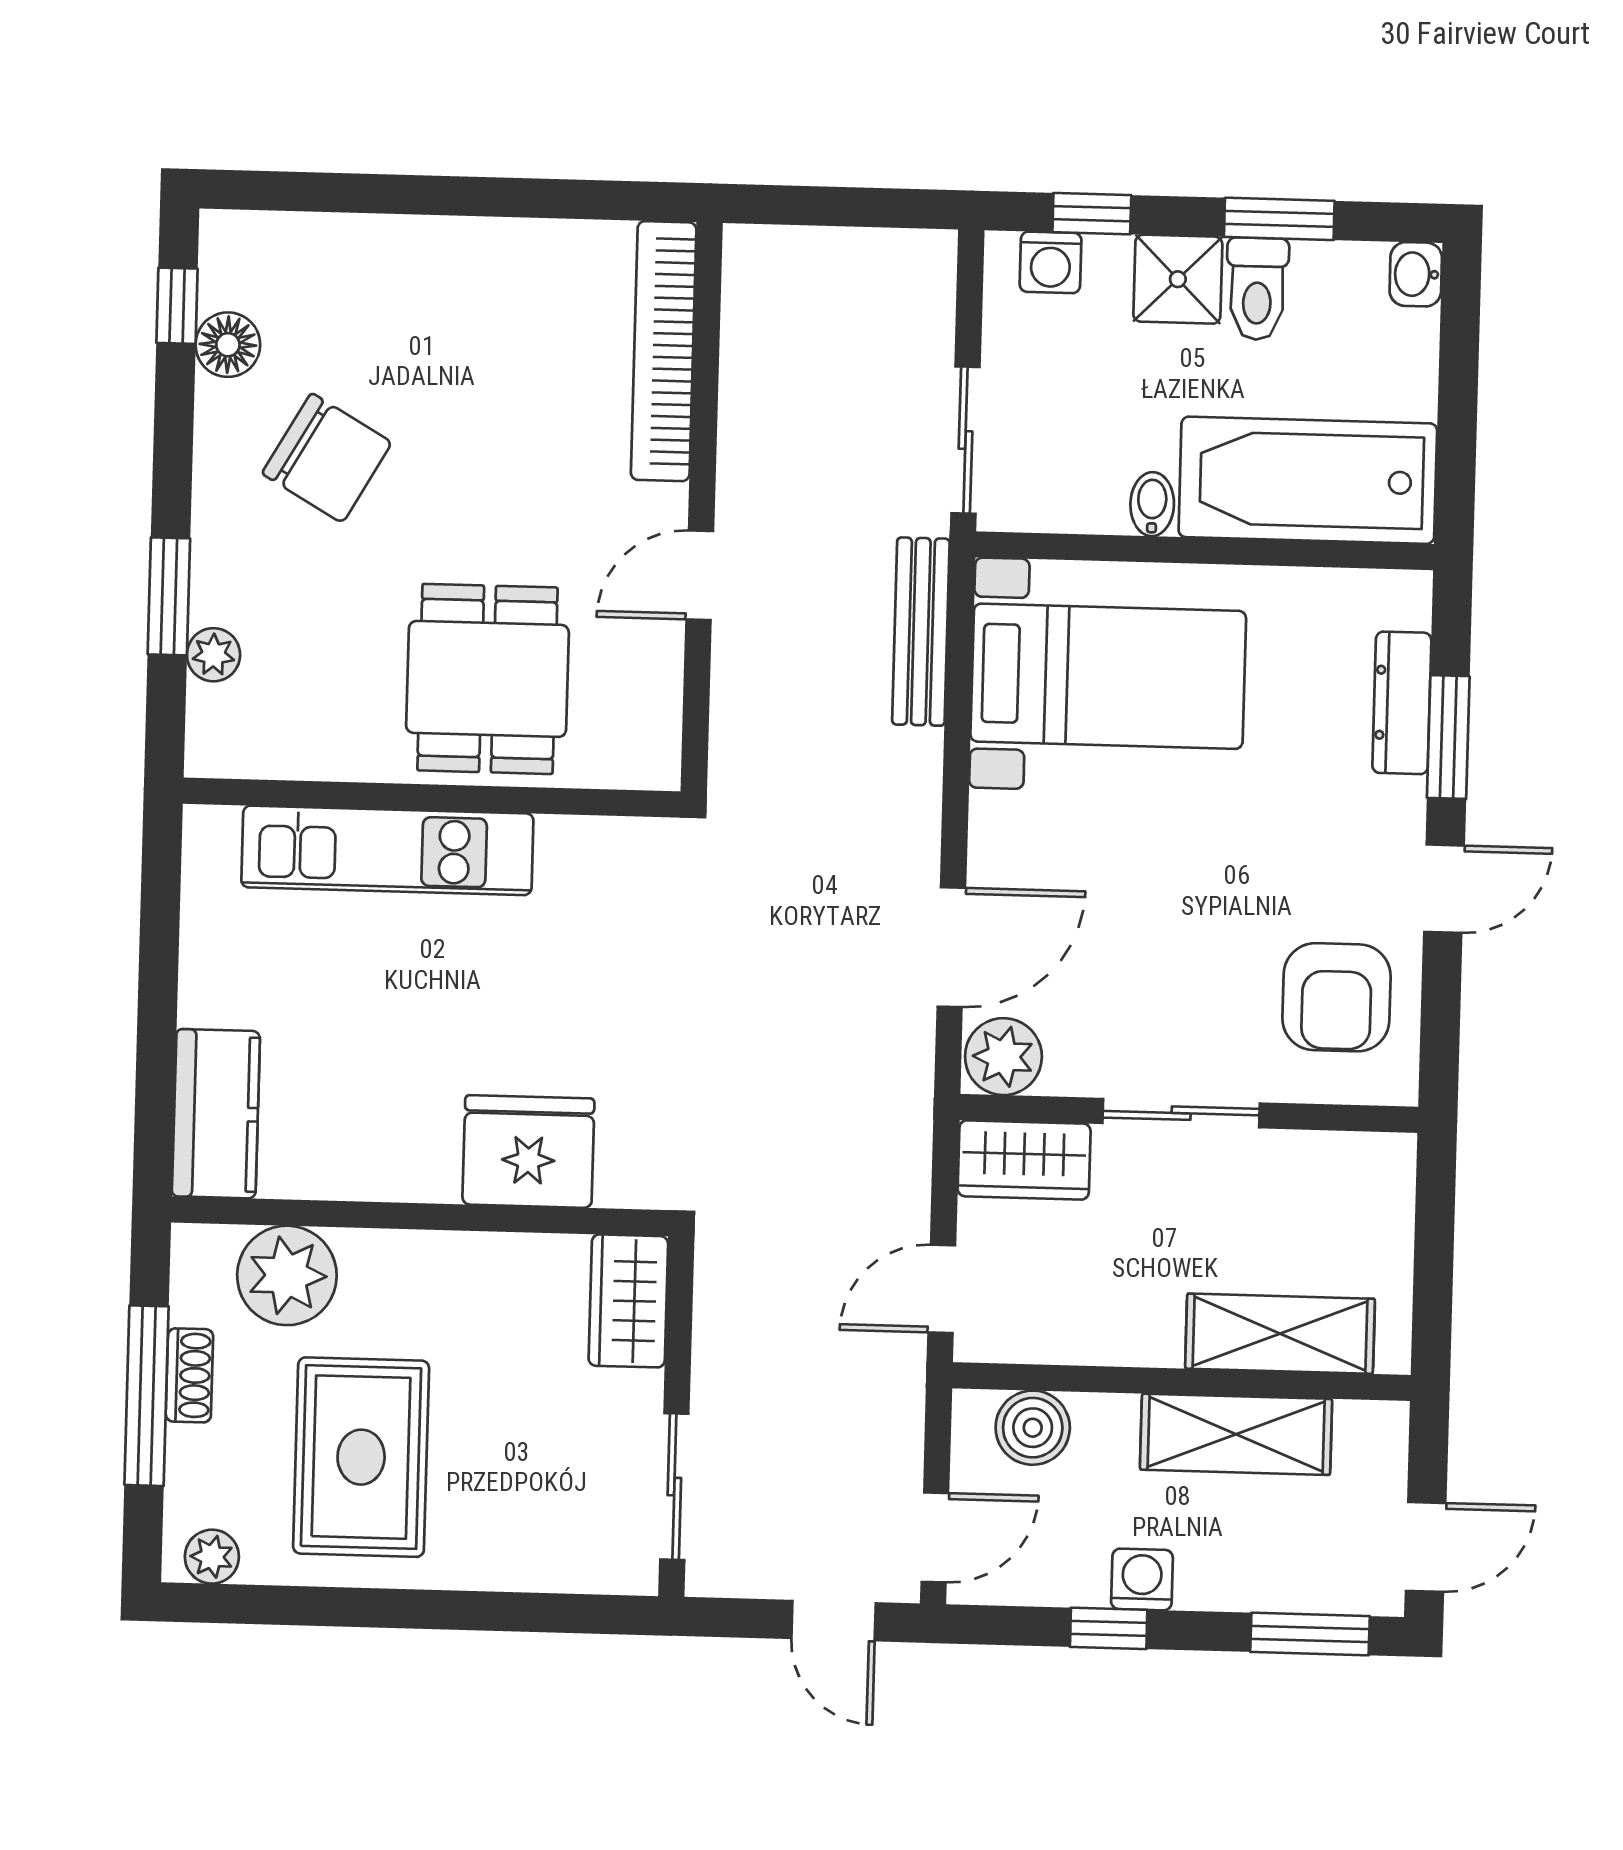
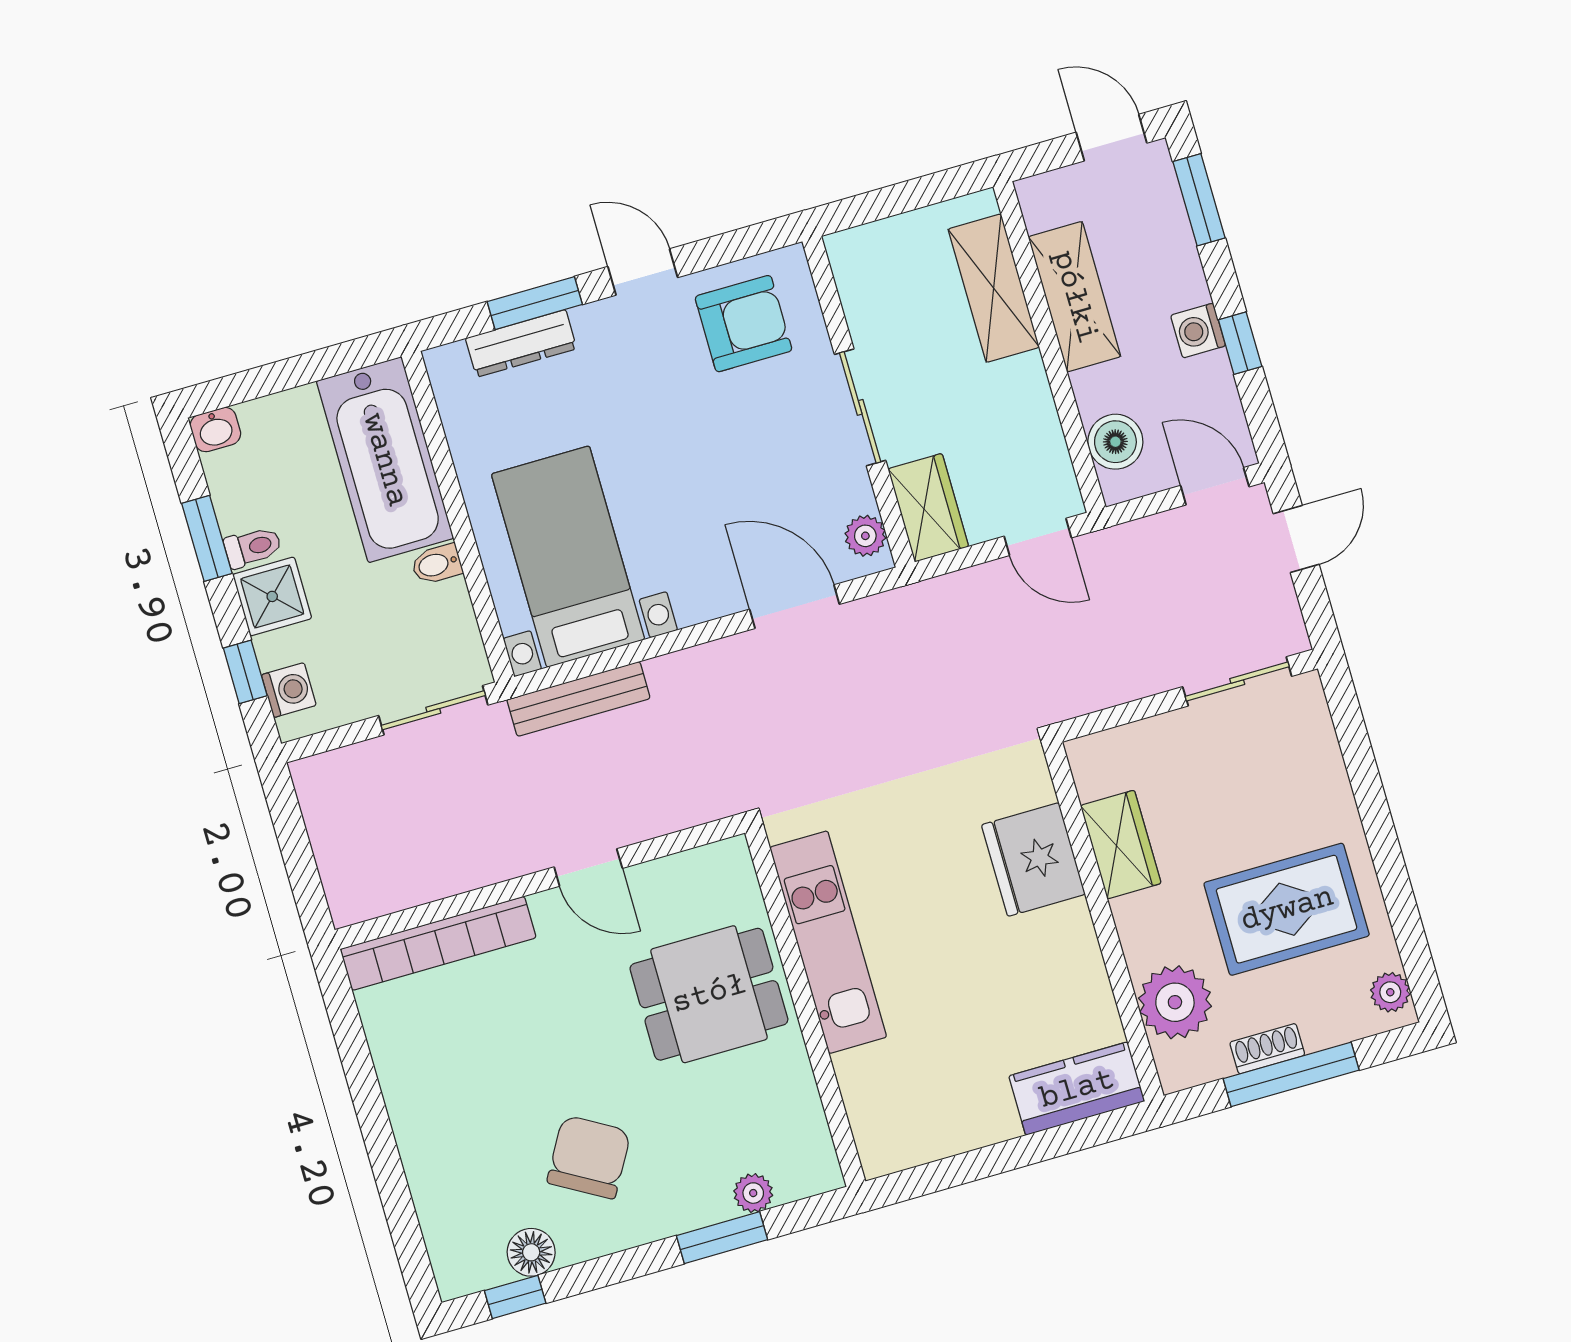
toilet: (1257, 289) -> (253, 547), width x0.73, depth x0.72
kitchen unit: (387, 850) -> (828, 942), moved
plant: (1003, 1057) -> (865, 536), width x0.73, depth x0.73
wardrobe: (628, 1301) -> (1121, 844), moved, turned -90

